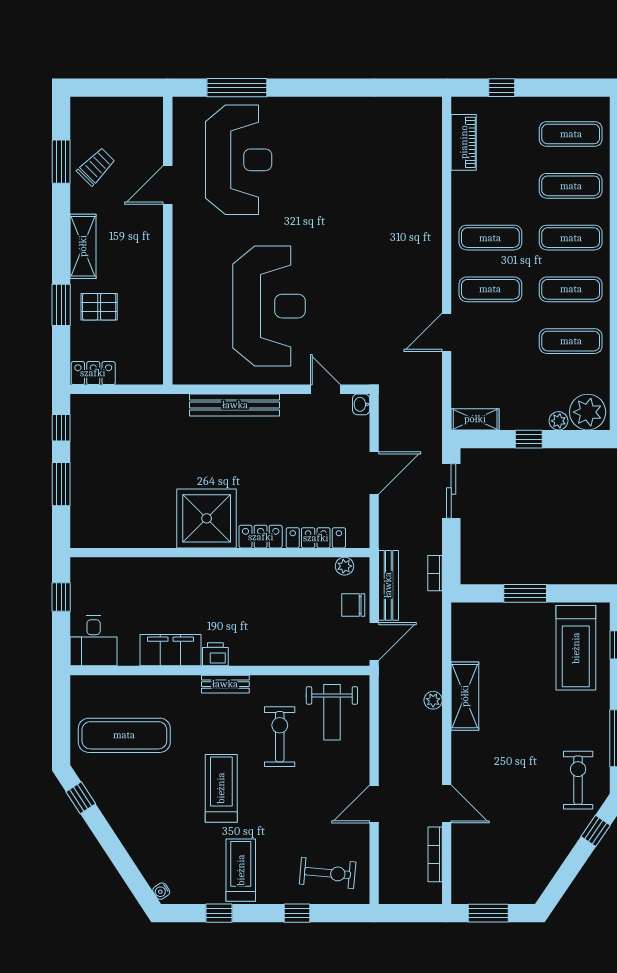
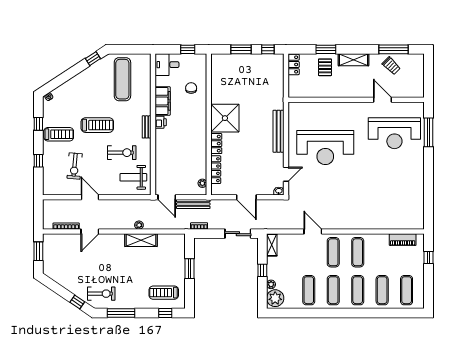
window: (61, 162) -> (394, 49), width x1.44
chair: (353, 605) -> (191, 88), moved
treadmill: (576, 648) -> (164, 293), width x0.73, depth x0.73
exercise bike: (328, 873) -> (75, 166), moved

